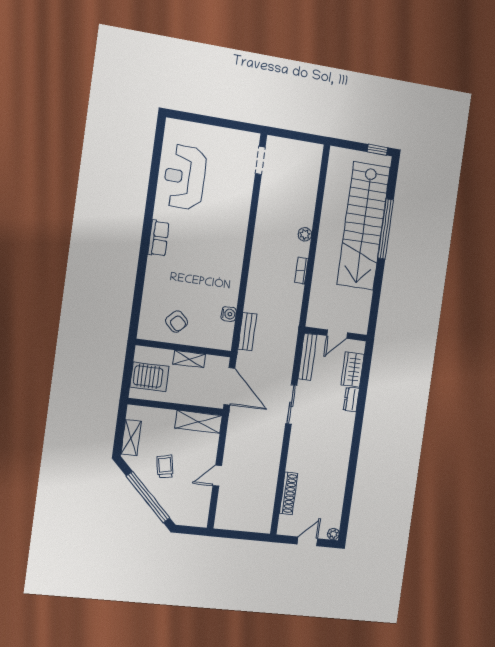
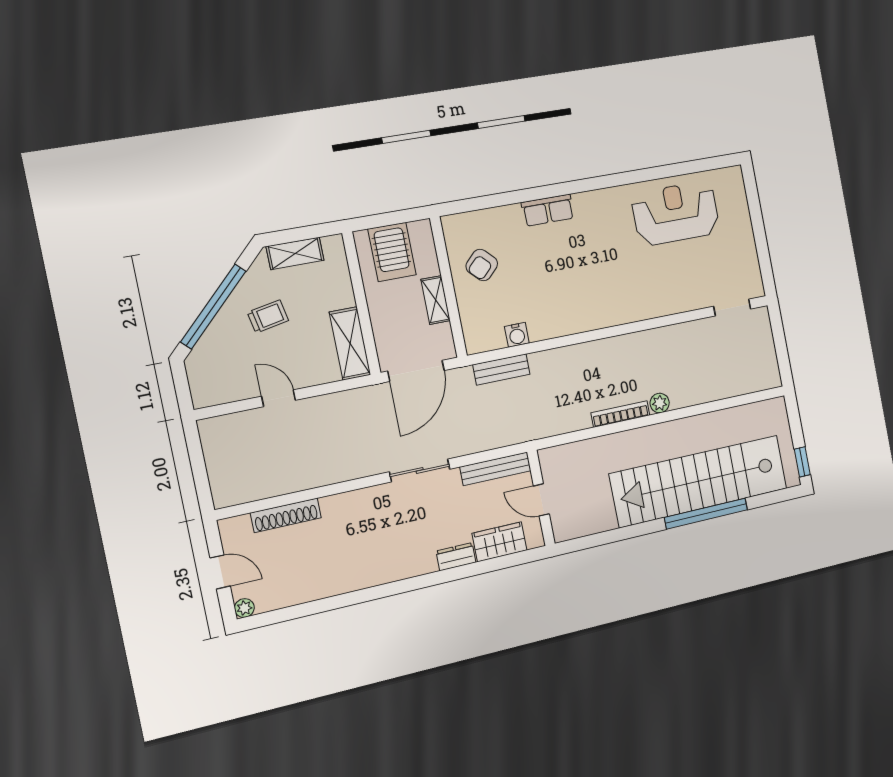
row of seats: (158, 238) -> (548, 210), moved
bookcase: (301, 271) -> (620, 414), width x1.56

